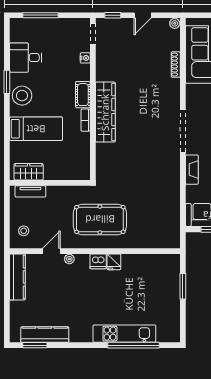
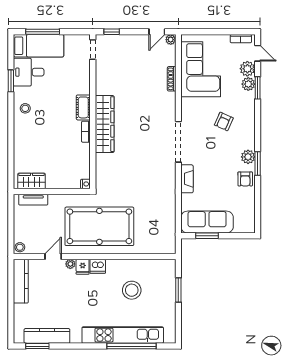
door: (143, 15) -> (157, 32), moved
nightstand: (85, 58) -> (85, 184), moved
window: (7, 82) -> (11, 81), moved
stool: (22, 96) -> (25, 108), width x0.53, depth x0.53
bed: (36, 129) -> (39, 46), moved
pool table: (100, 219) -> (99, 226), width x1.36, depth x1.32
stool: (24, 231) -> (20, 247), moved
fridge: (114, 262) -> (83, 267), moved
stool: (134, 286) -> (132, 290), added
kitchen unit: (124, 334) -> (123, 335), width x1.36

